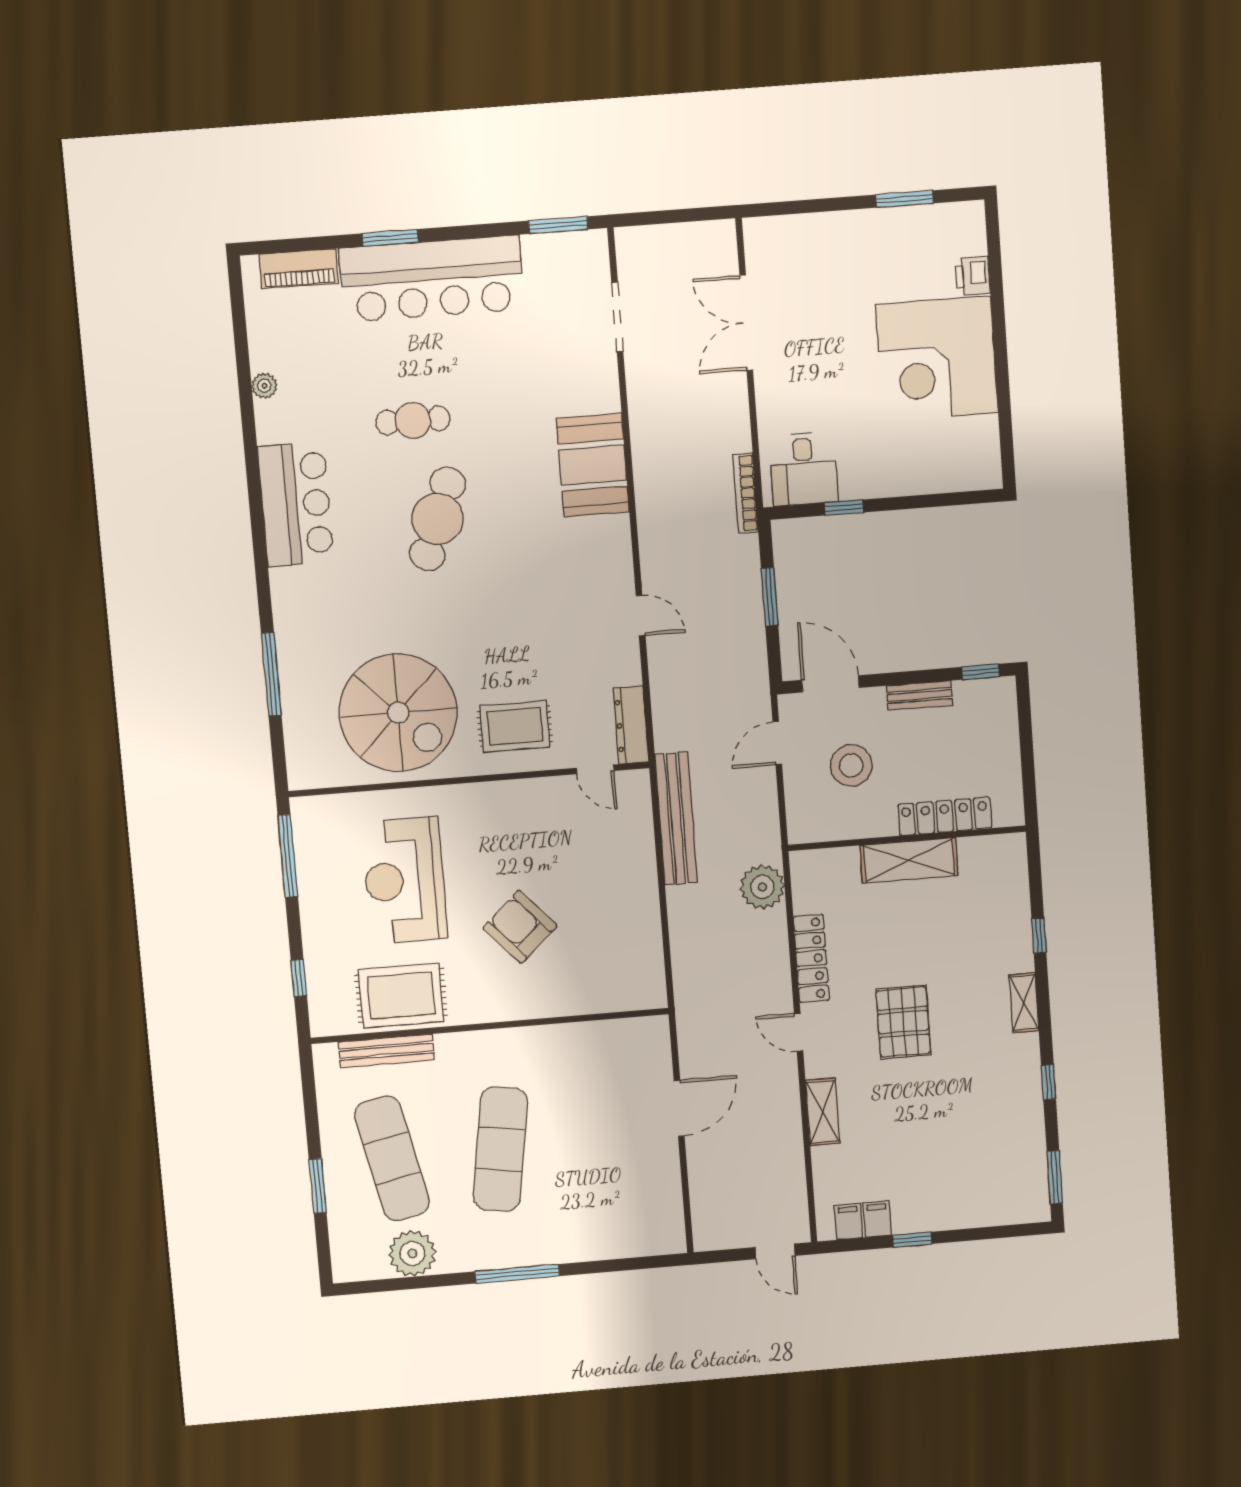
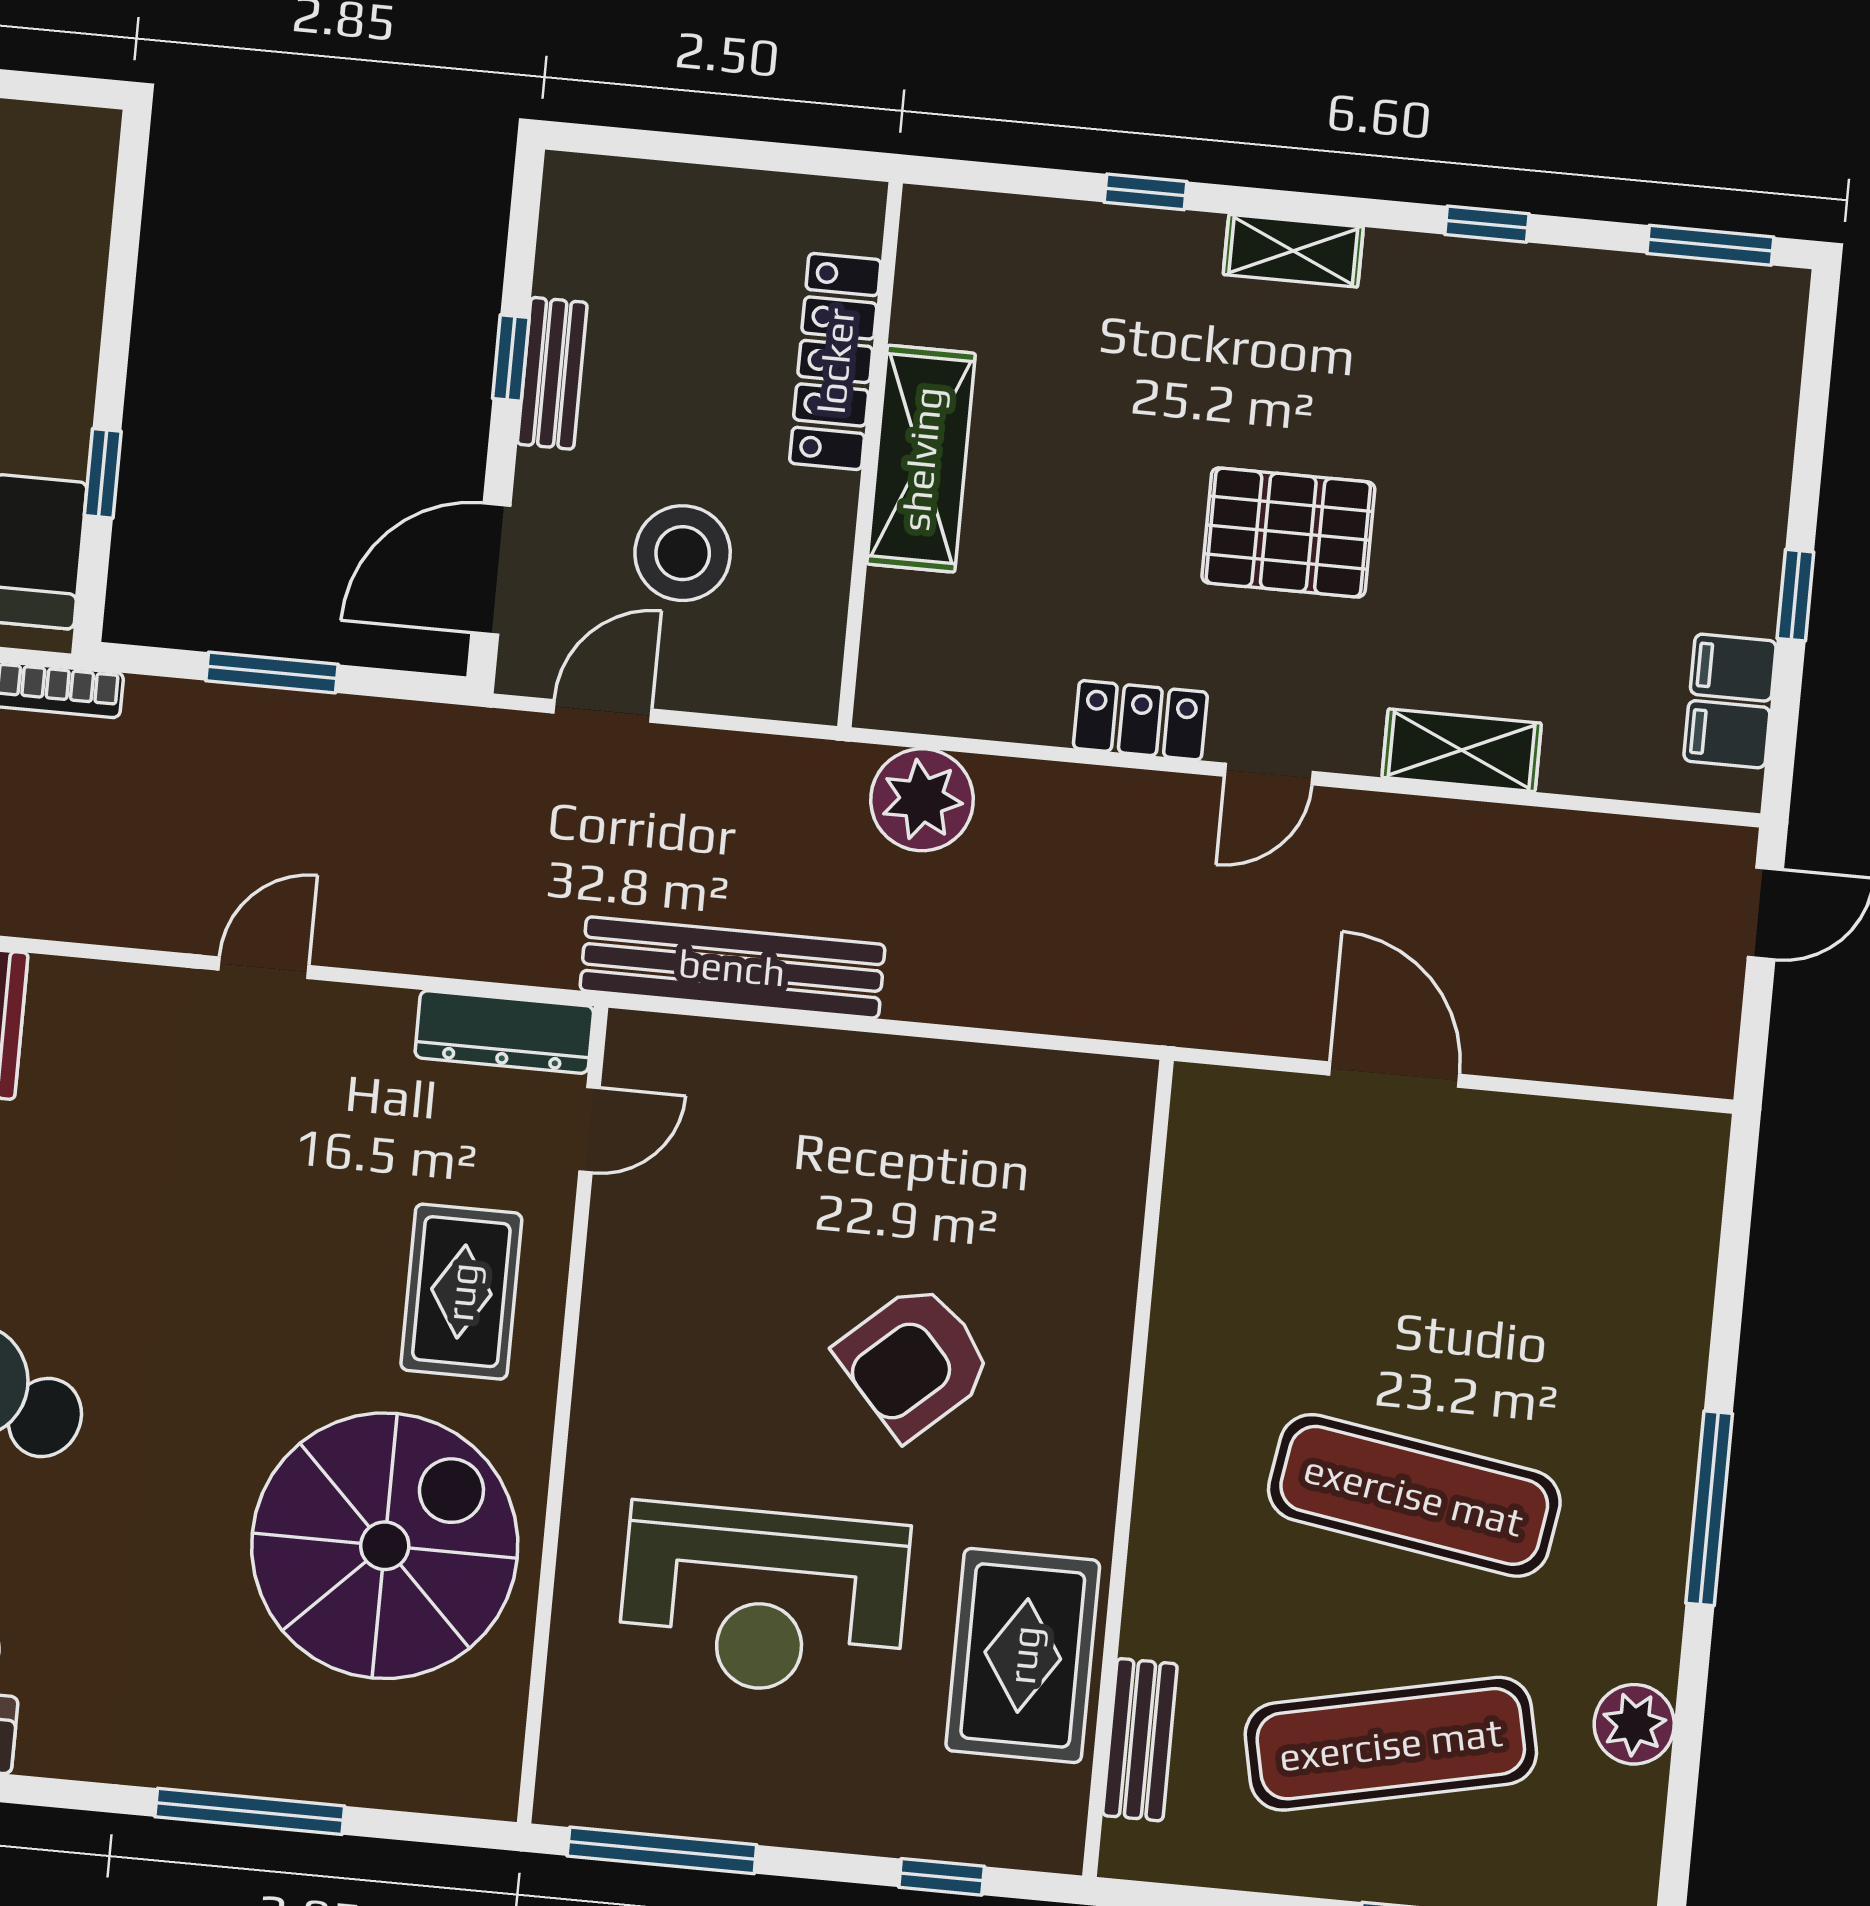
window: (981, 672) -> (511, 358), moved
door: (777, 743) -> (603, 711), swing flipped
locker: (811, 958) -> (1140, 720), width x0.66
bench: (386, 1051) -> (1140, 1740), width x0.73
plant: (412, 1253) -> (1634, 1724), width x0.73, depth x0.73

